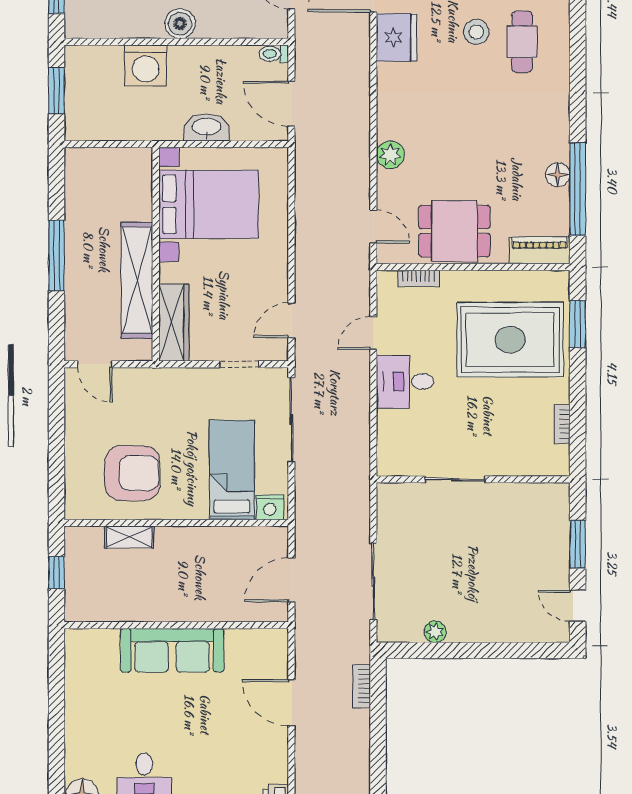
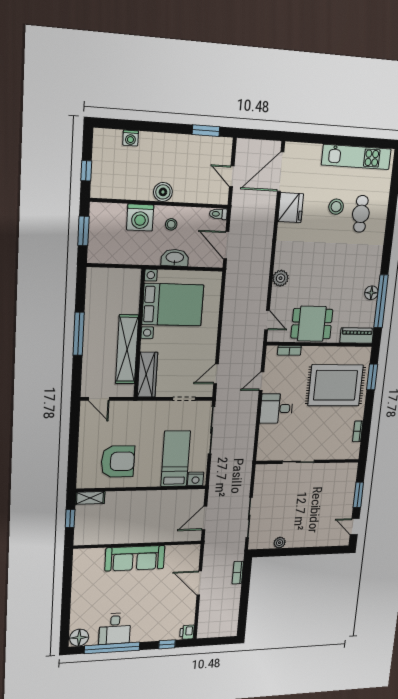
stool: (197, 74) -> (171, 224), added
shelving: (129, 537) -> (90, 498), moved

